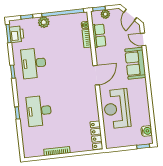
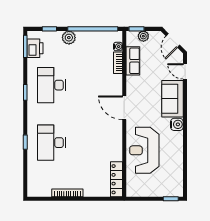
door: (96, 75) -> (124, 108), swing flipped
water cooler: (147, 131) -> (177, 124), moved

